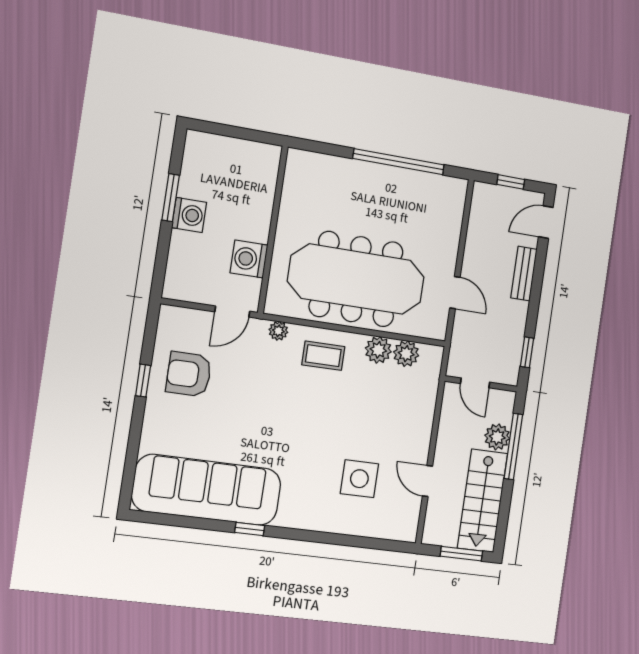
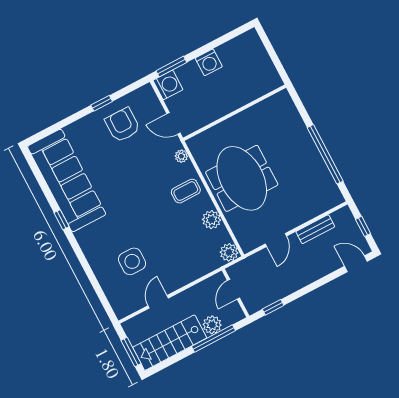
window: (171, 198) -> (171, 67), moved
washing machine: (249, 259) -> (168, 85), moved, turned 90
bench: (524, 274) -> (315, 229), moved
meeting table: (356, 279) -> (242, 178), width x0.73
plant: (406, 354) -> (229, 252), moved
coffee table: (323, 356) -> (186, 191), turned 90

